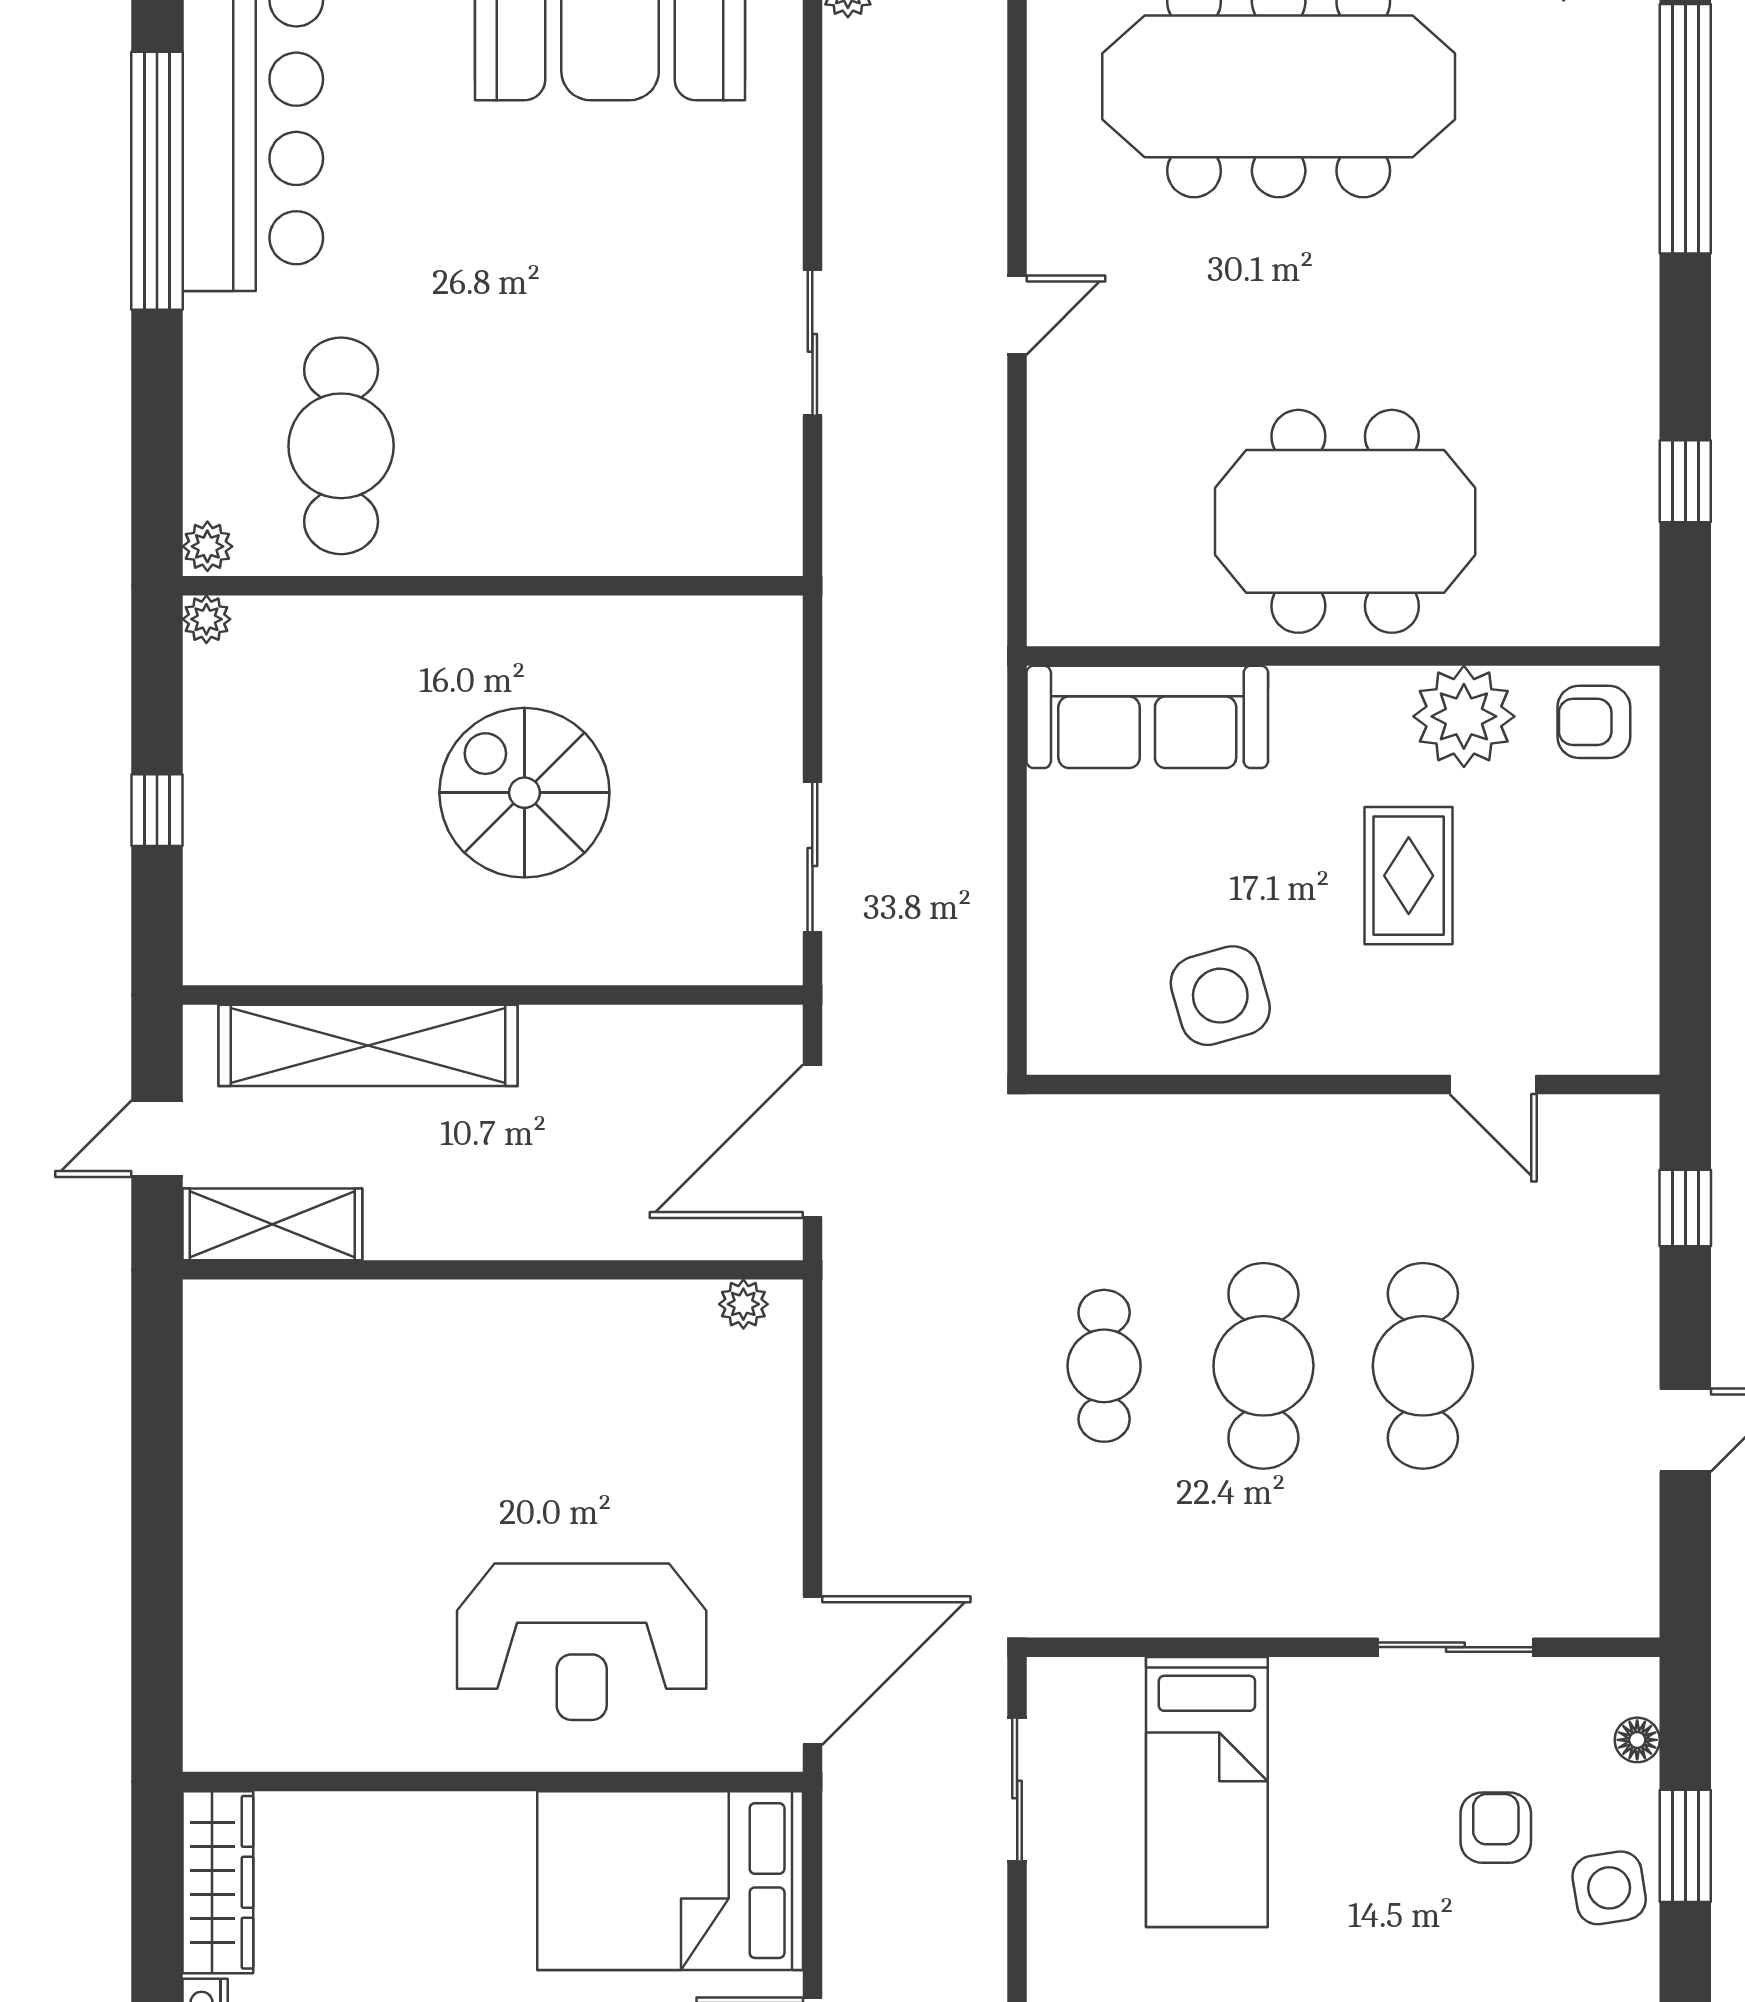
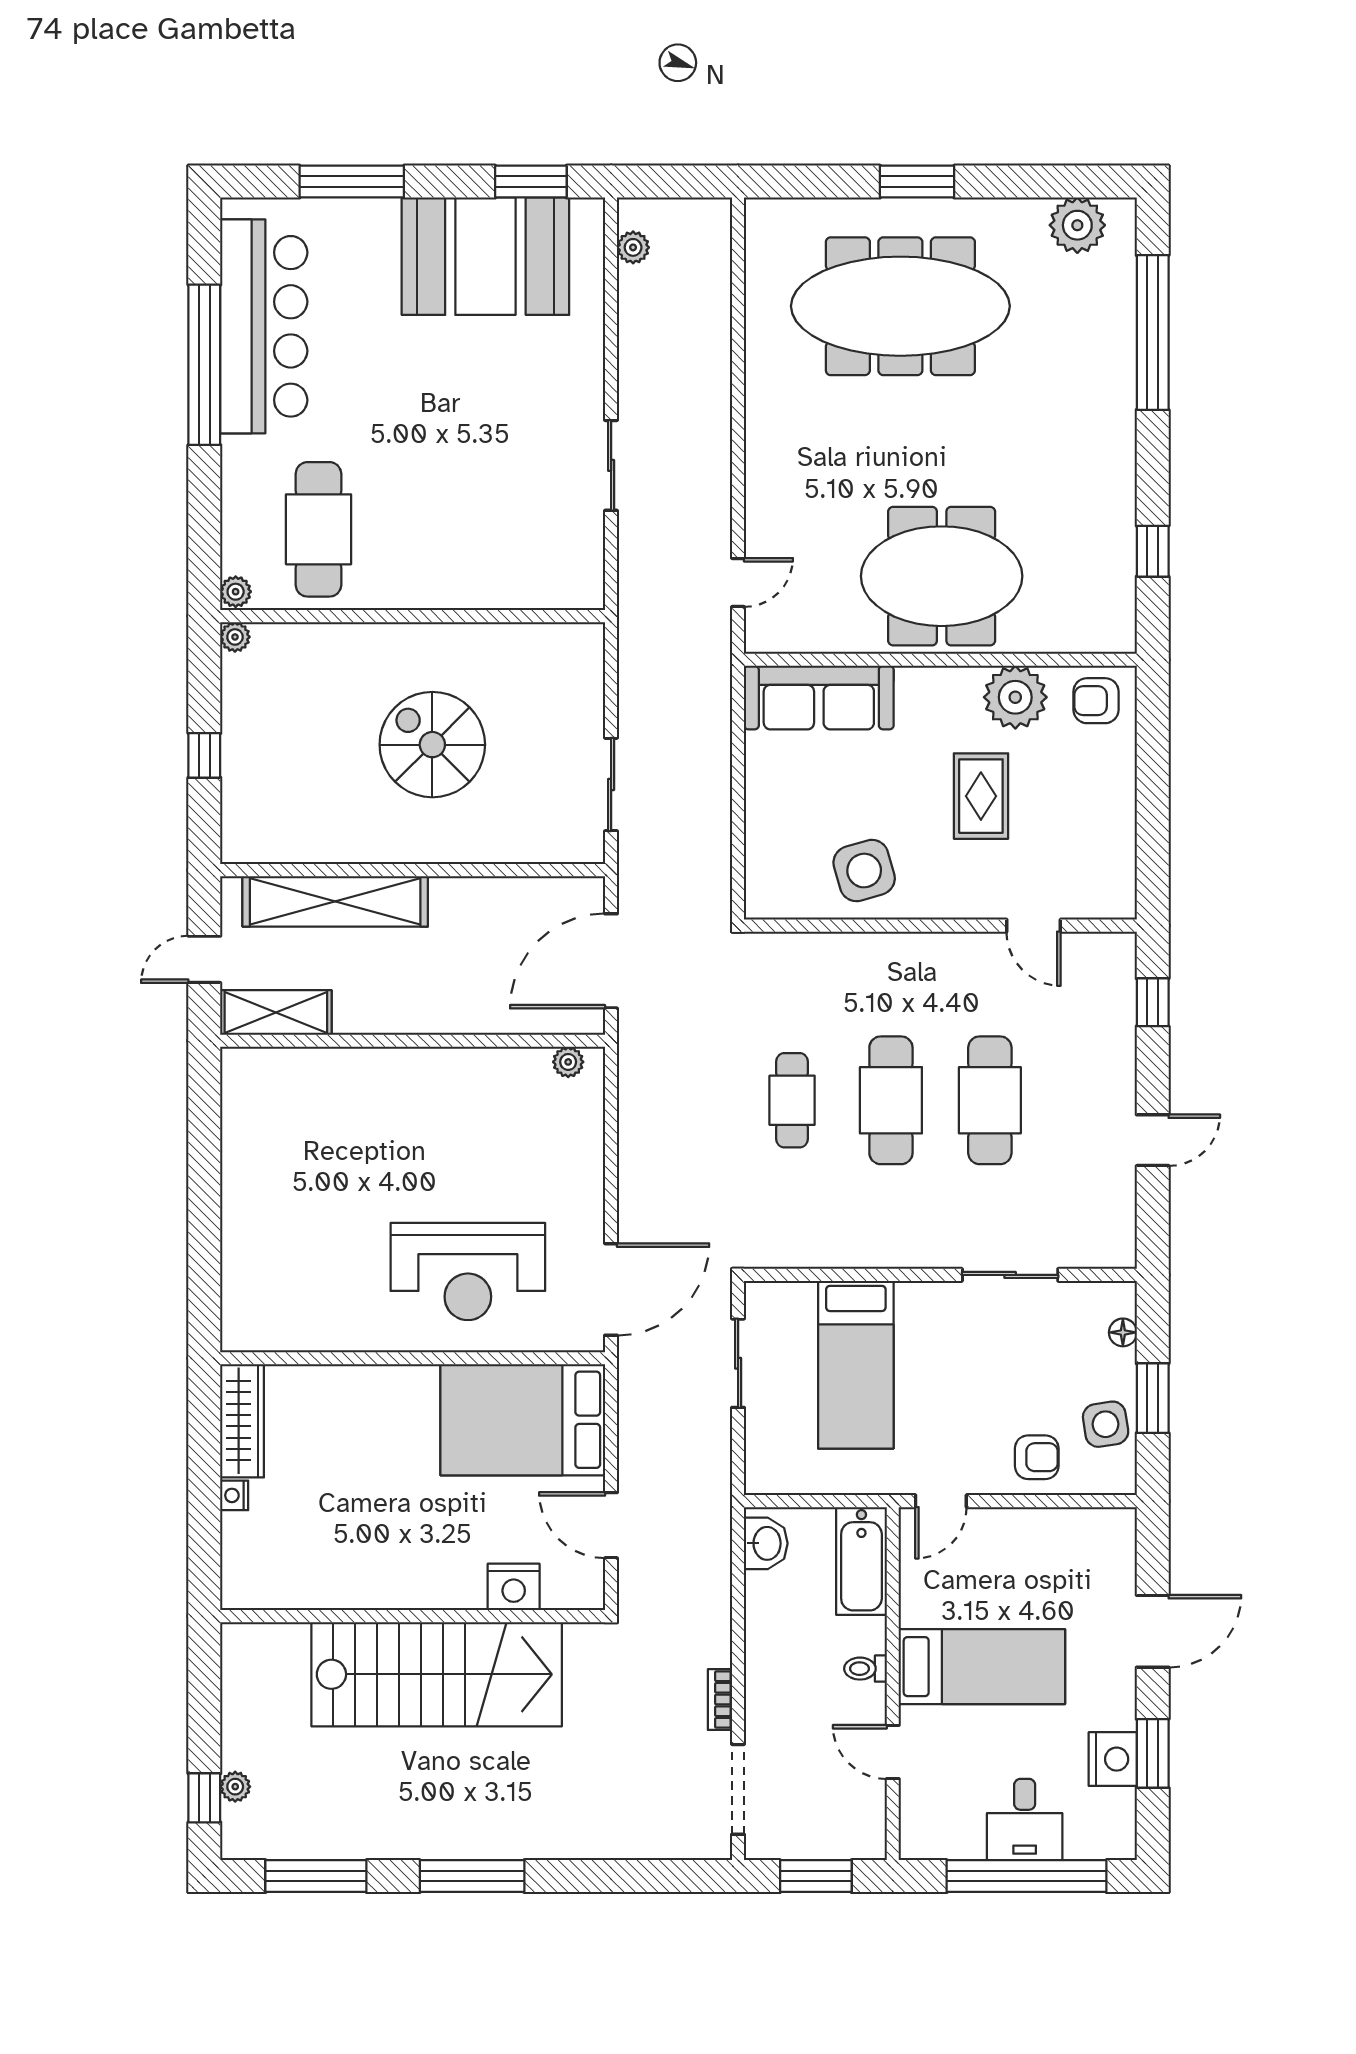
door: (1017, 315) -> (738, 582), moved
armchair: (1496, 1828) -> (1037, 1457), moved, turned 90

